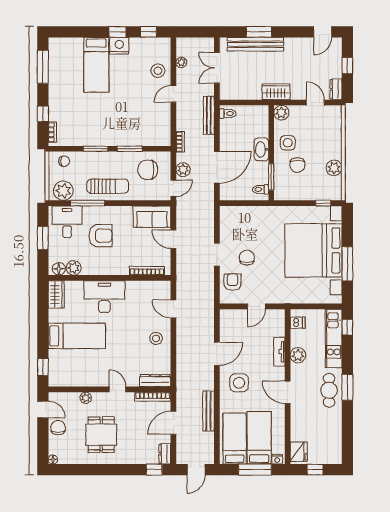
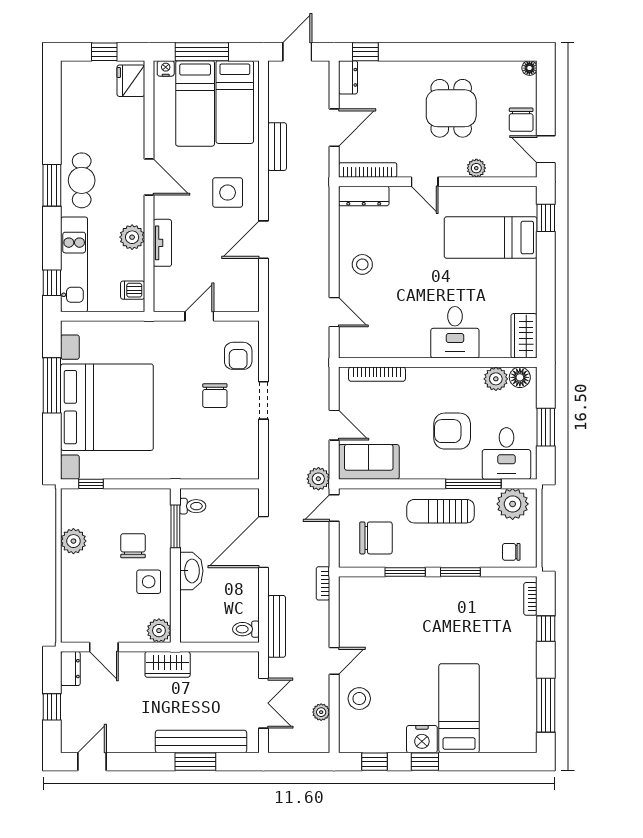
plant: (183, 170) -> (318, 479), moved
desk: (104, 297) -> (455, 332), width x0.73
bed: (77, 336) -> (491, 238), moved
bench: (208, 411) -> (277, 147), width x0.73

